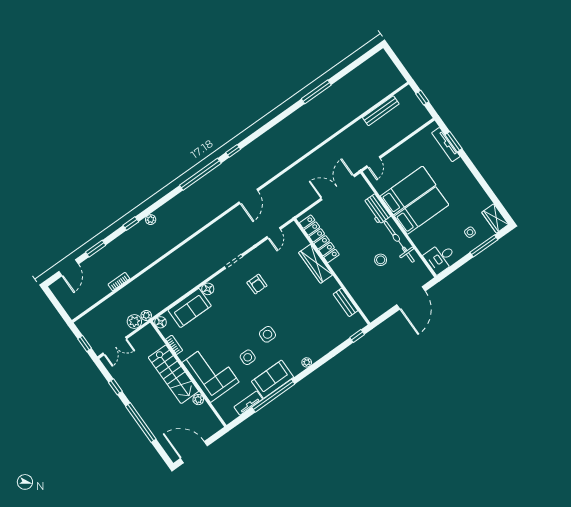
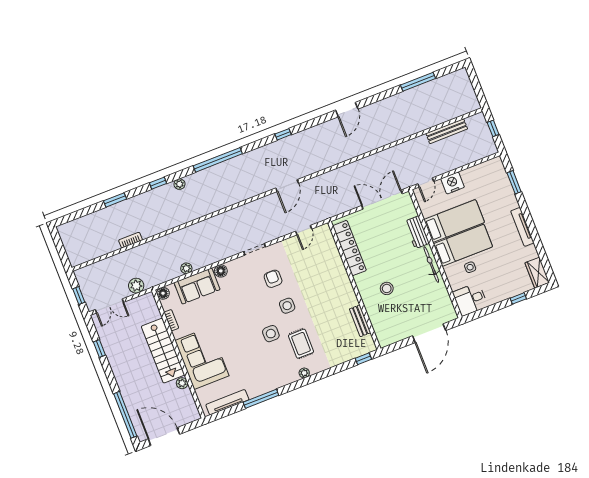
window: (316, 92) -> (418, 82), moved
tv unit: (446, 145) -> (522, 227), moved
nightstand: (398, 156) -> (453, 183), added
window: (200, 174) -> (218, 160), moved
side table: (470, 232) -> (470, 267), moved
bicycle: (399, 242) -> (431, 265), width x0.73, depth x0.71
window: (484, 246) -> (518, 298), width x0.46
stool: (381, 260) -> (387, 288), moved
wardrobe: (316, 264) -> (339, 273), removed
door: (69, 268) -> (347, 110), moved
armchair: (257, 284) -> (273, 279), turned 180
plant: (146, 315) -> (186, 268), moved
rug: (297, 337) -> (301, 344), added
side table: (248, 357) -> (287, 306), moved
sofa: (273, 379) -> (264, 382), removed
window: (273, 396) -> (261, 399), width x0.68
tv unit: (248, 403) -> (227, 402), width x1.41
window: (141, 423) -> (125, 415), moved

